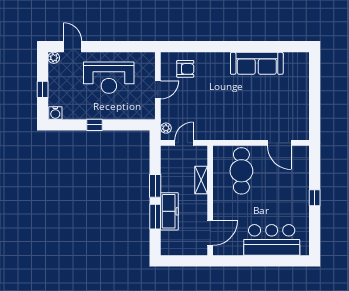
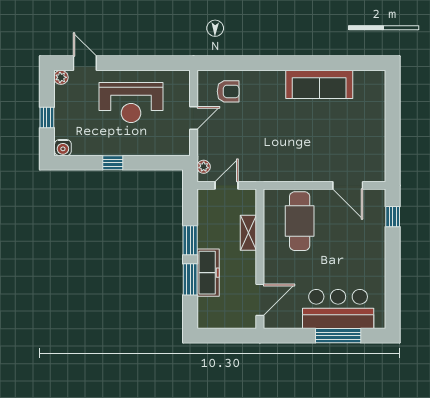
window: (315, 198) -> (393, 217), moved
window: (272, 261) -> (338, 336), added

